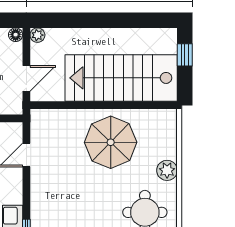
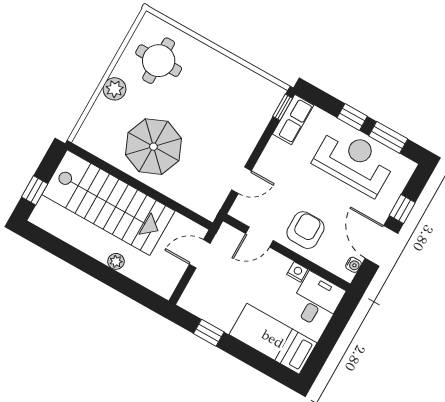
floor lamp: (16, 35) -> (186, 302), removed
plant: (37, 35) -> (116, 261), moved

